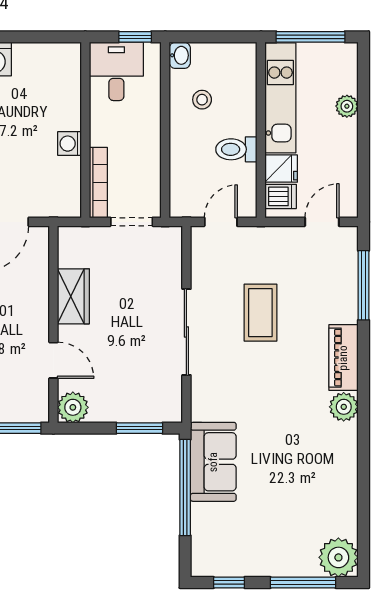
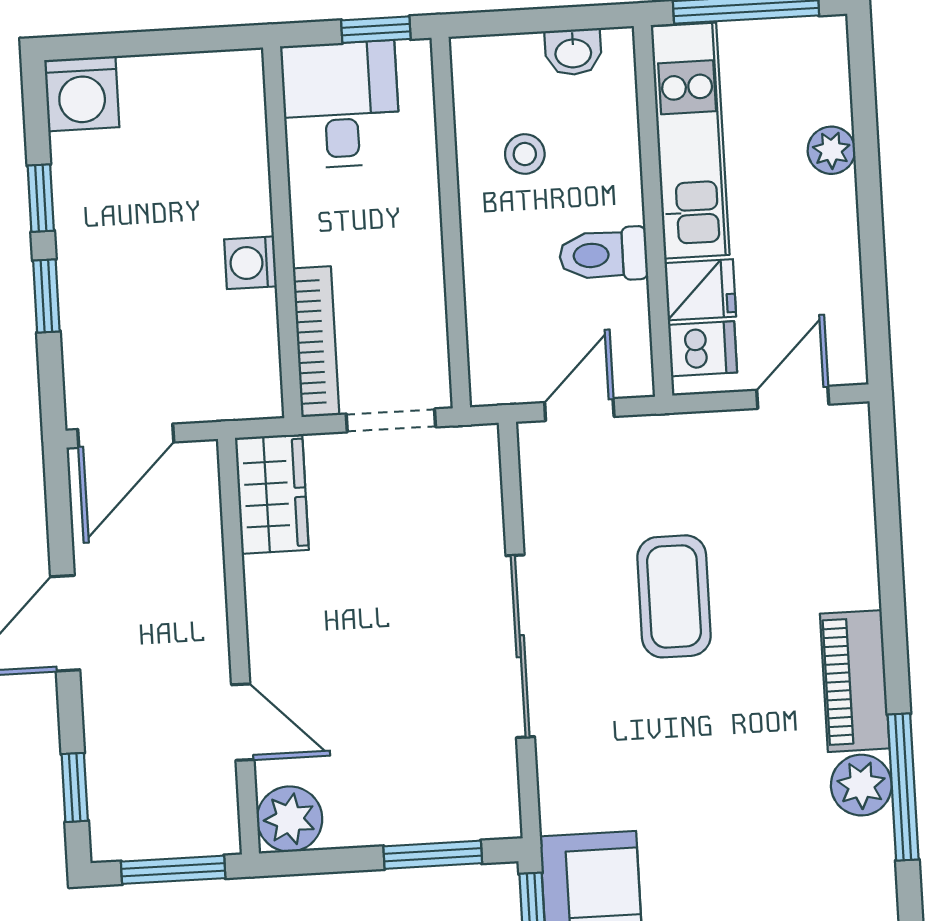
washbasin: (180, 55) -> (573, 52), moved, turned 90
window: (363, 285) -> (903, 787), moved
wardrobe: (73, 296) -> (272, 494), moved

